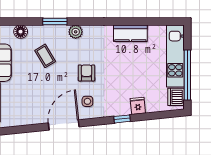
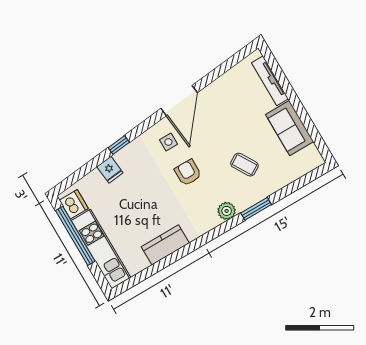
floor lamp: (21, 32) -> (287, 175), removed
armchair: (86, 73) -> (188, 173), turned 180

